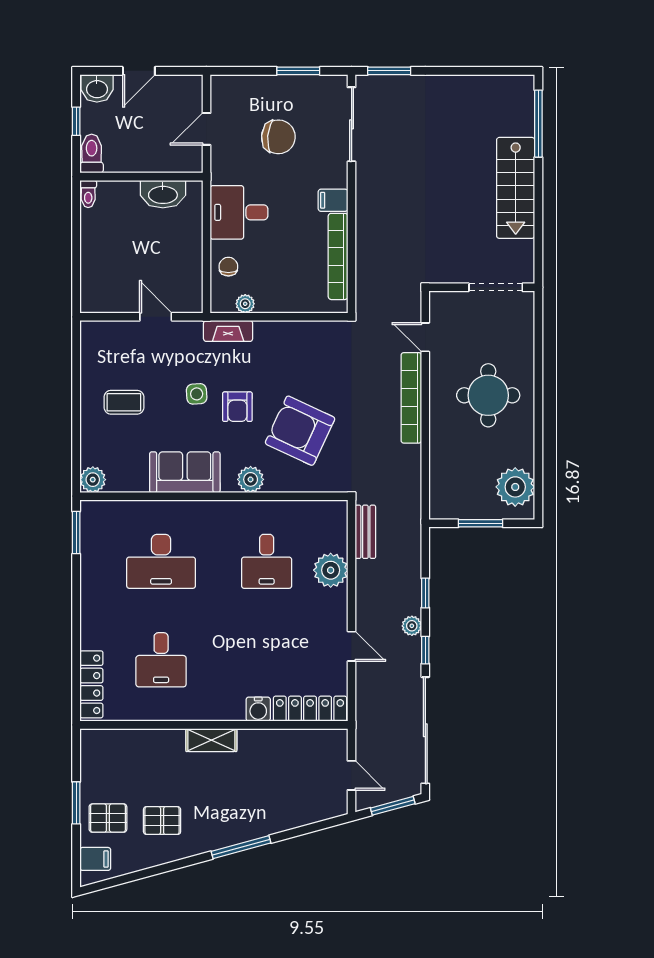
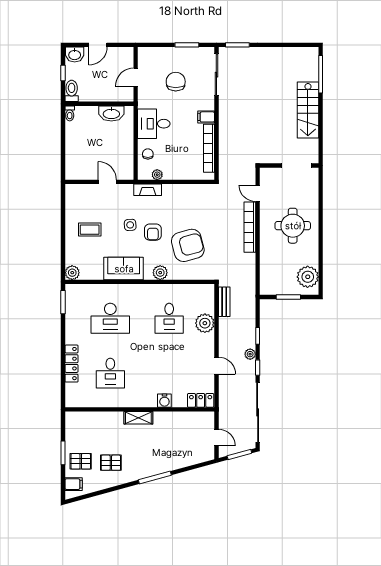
chair: (278, 137) -> (176, 82), turned -95
armchair: (300, 431) -> (188, 245), turned 140
locker: (91, 684) -> (71, 364), moved
locker: (310, 709) -> (201, 400), width x0.66

